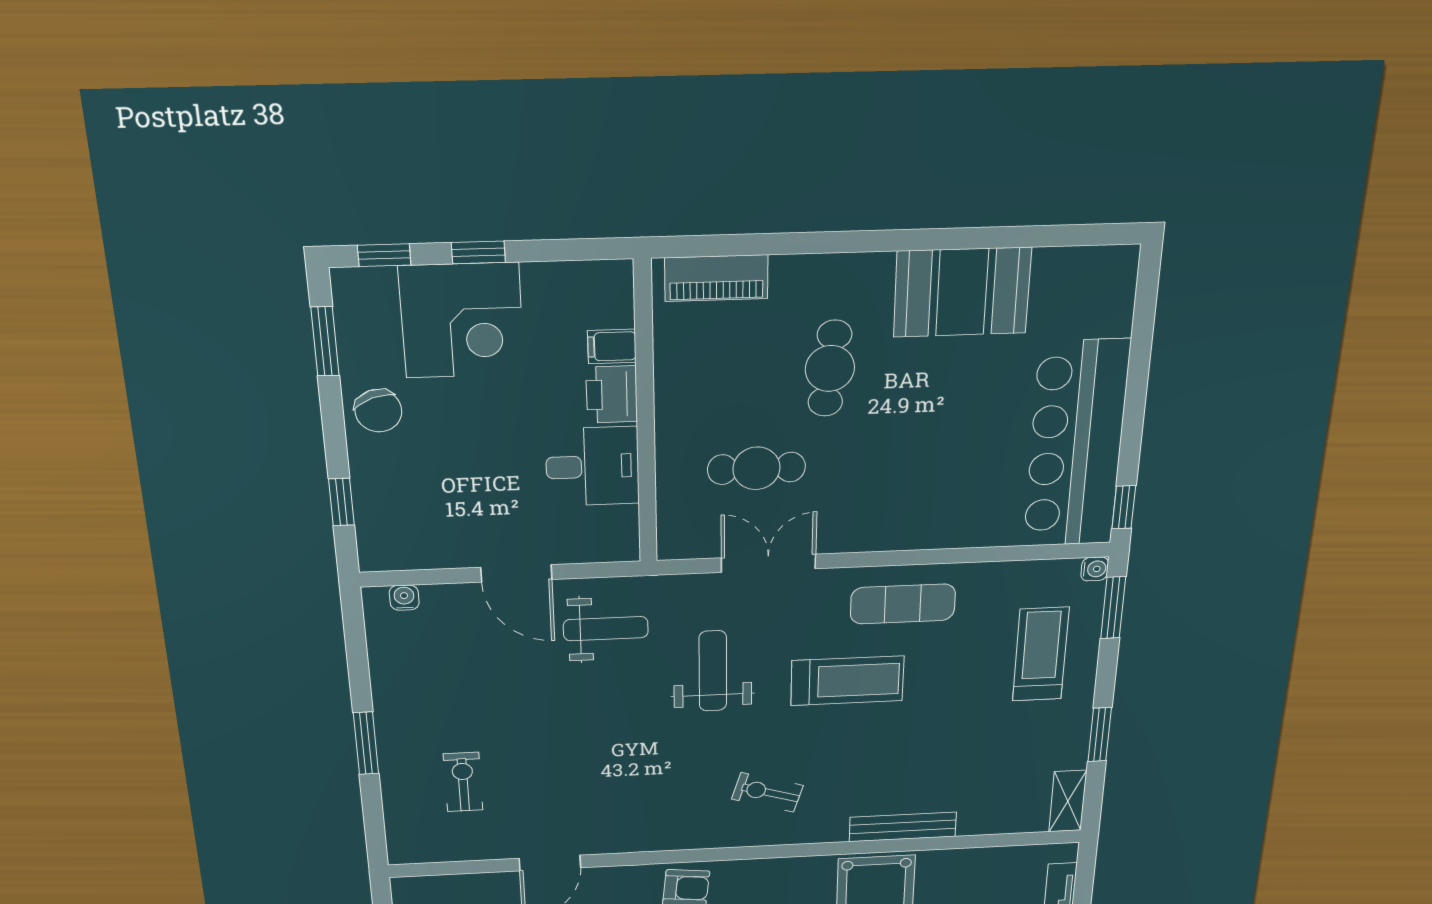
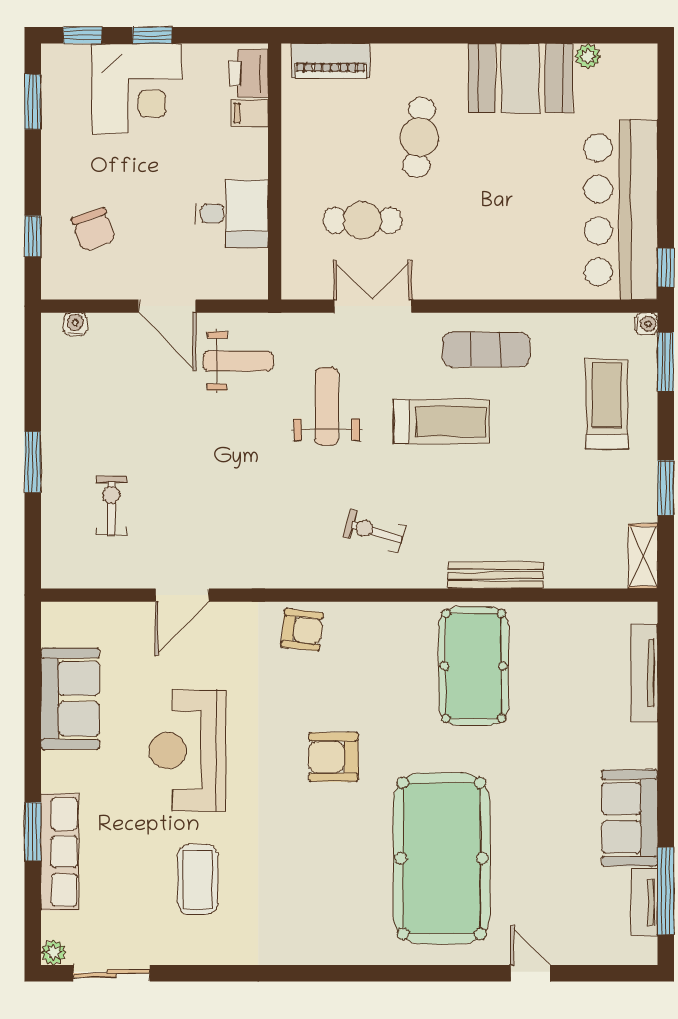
plant: (1050, 262) -> (588, 56), added
printer: (612, 394) -> (249, 73), moved
chair: (378, 411) -> (93, 229), moved

